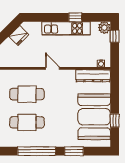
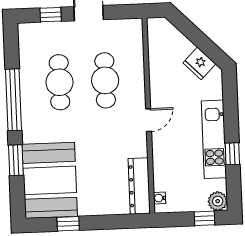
booth: (94, 117) -> (50, 180), moved, turned 90

